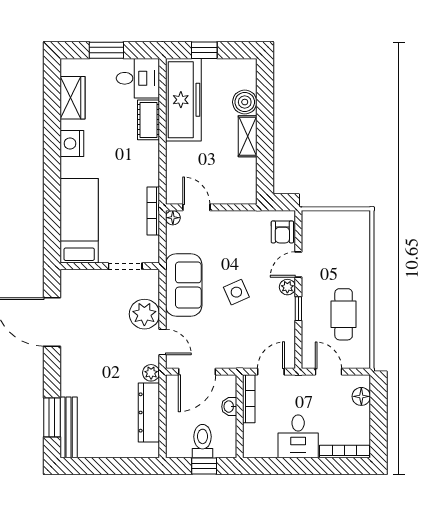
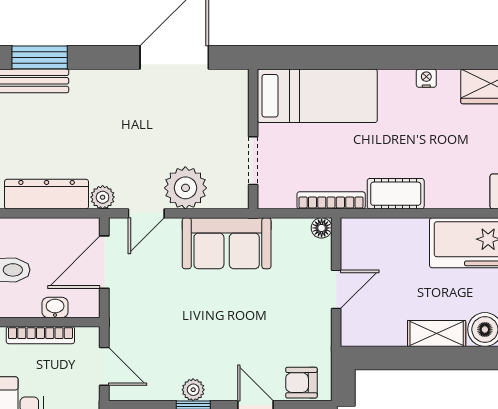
cot: (149, 120) -> (396, 194), moved
nightstand: (72, 143) -> (426, 78), width x0.53, depth x0.56
door: (196, 207) -> (336, 289), moved
plant: (287, 287) -> (193, 390), moved
side table: (236, 292) -> (216, 318), removed
door: (197, 372) -> (104, 262), hinge flipped
bookcase: (249, 399) -> (40, 335), moved

